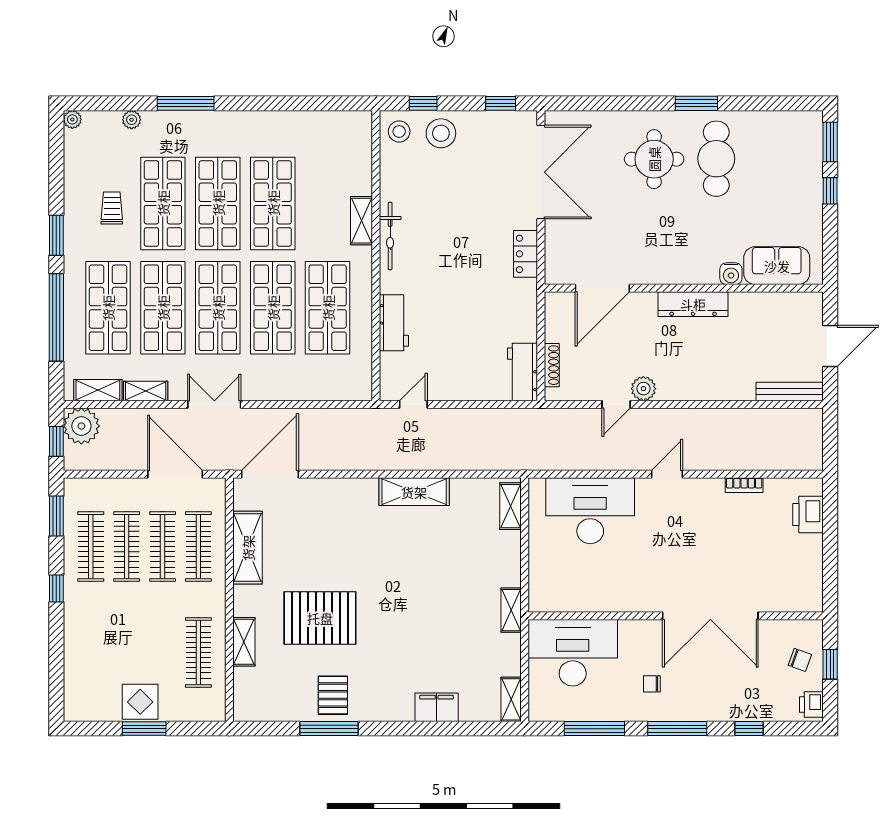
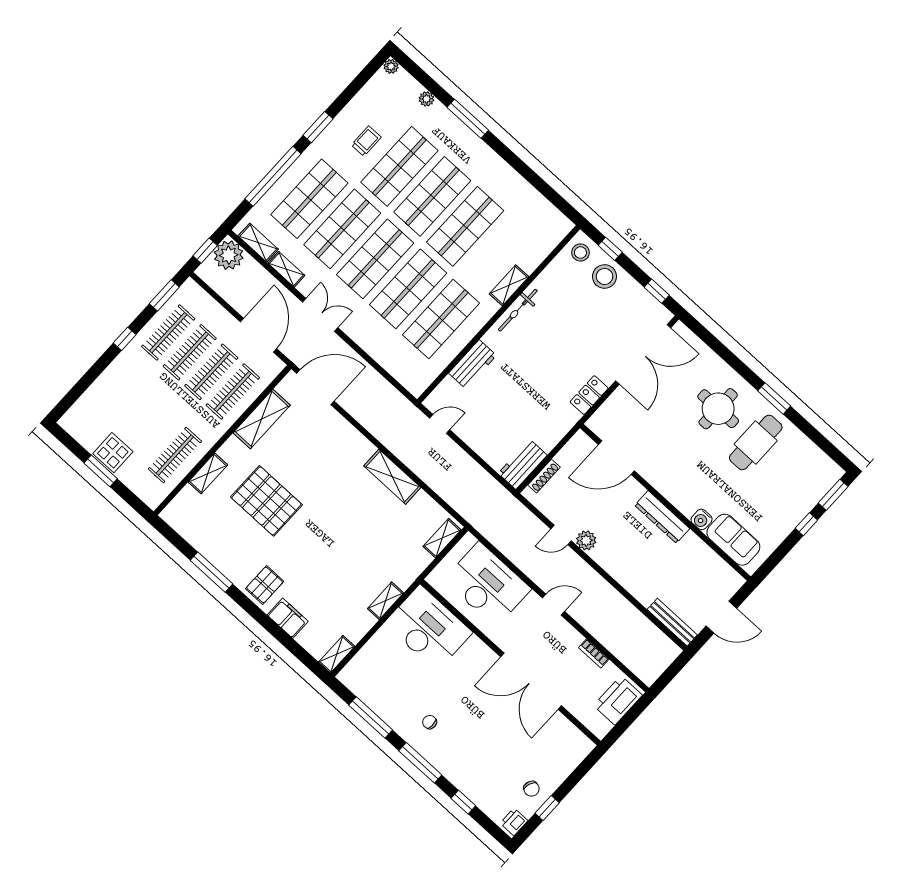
printer: (808, 515) -> (618, 700), width x1.37, depth x1.19
wall: (676, 616) -> (510, 662), moved
double door: (710, 616) -> (531, 681), moved
desk: (573, 653) -> (428, 628), moved
pallet: (333, 695) -> (265, 585), moved

